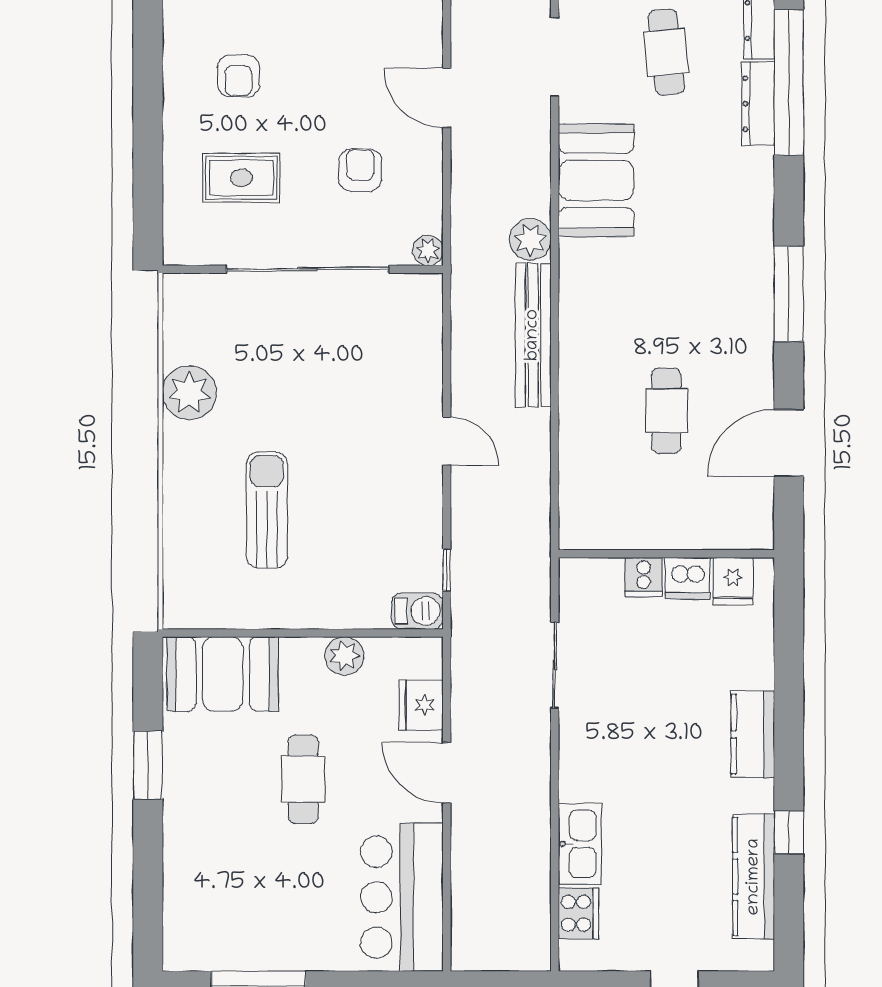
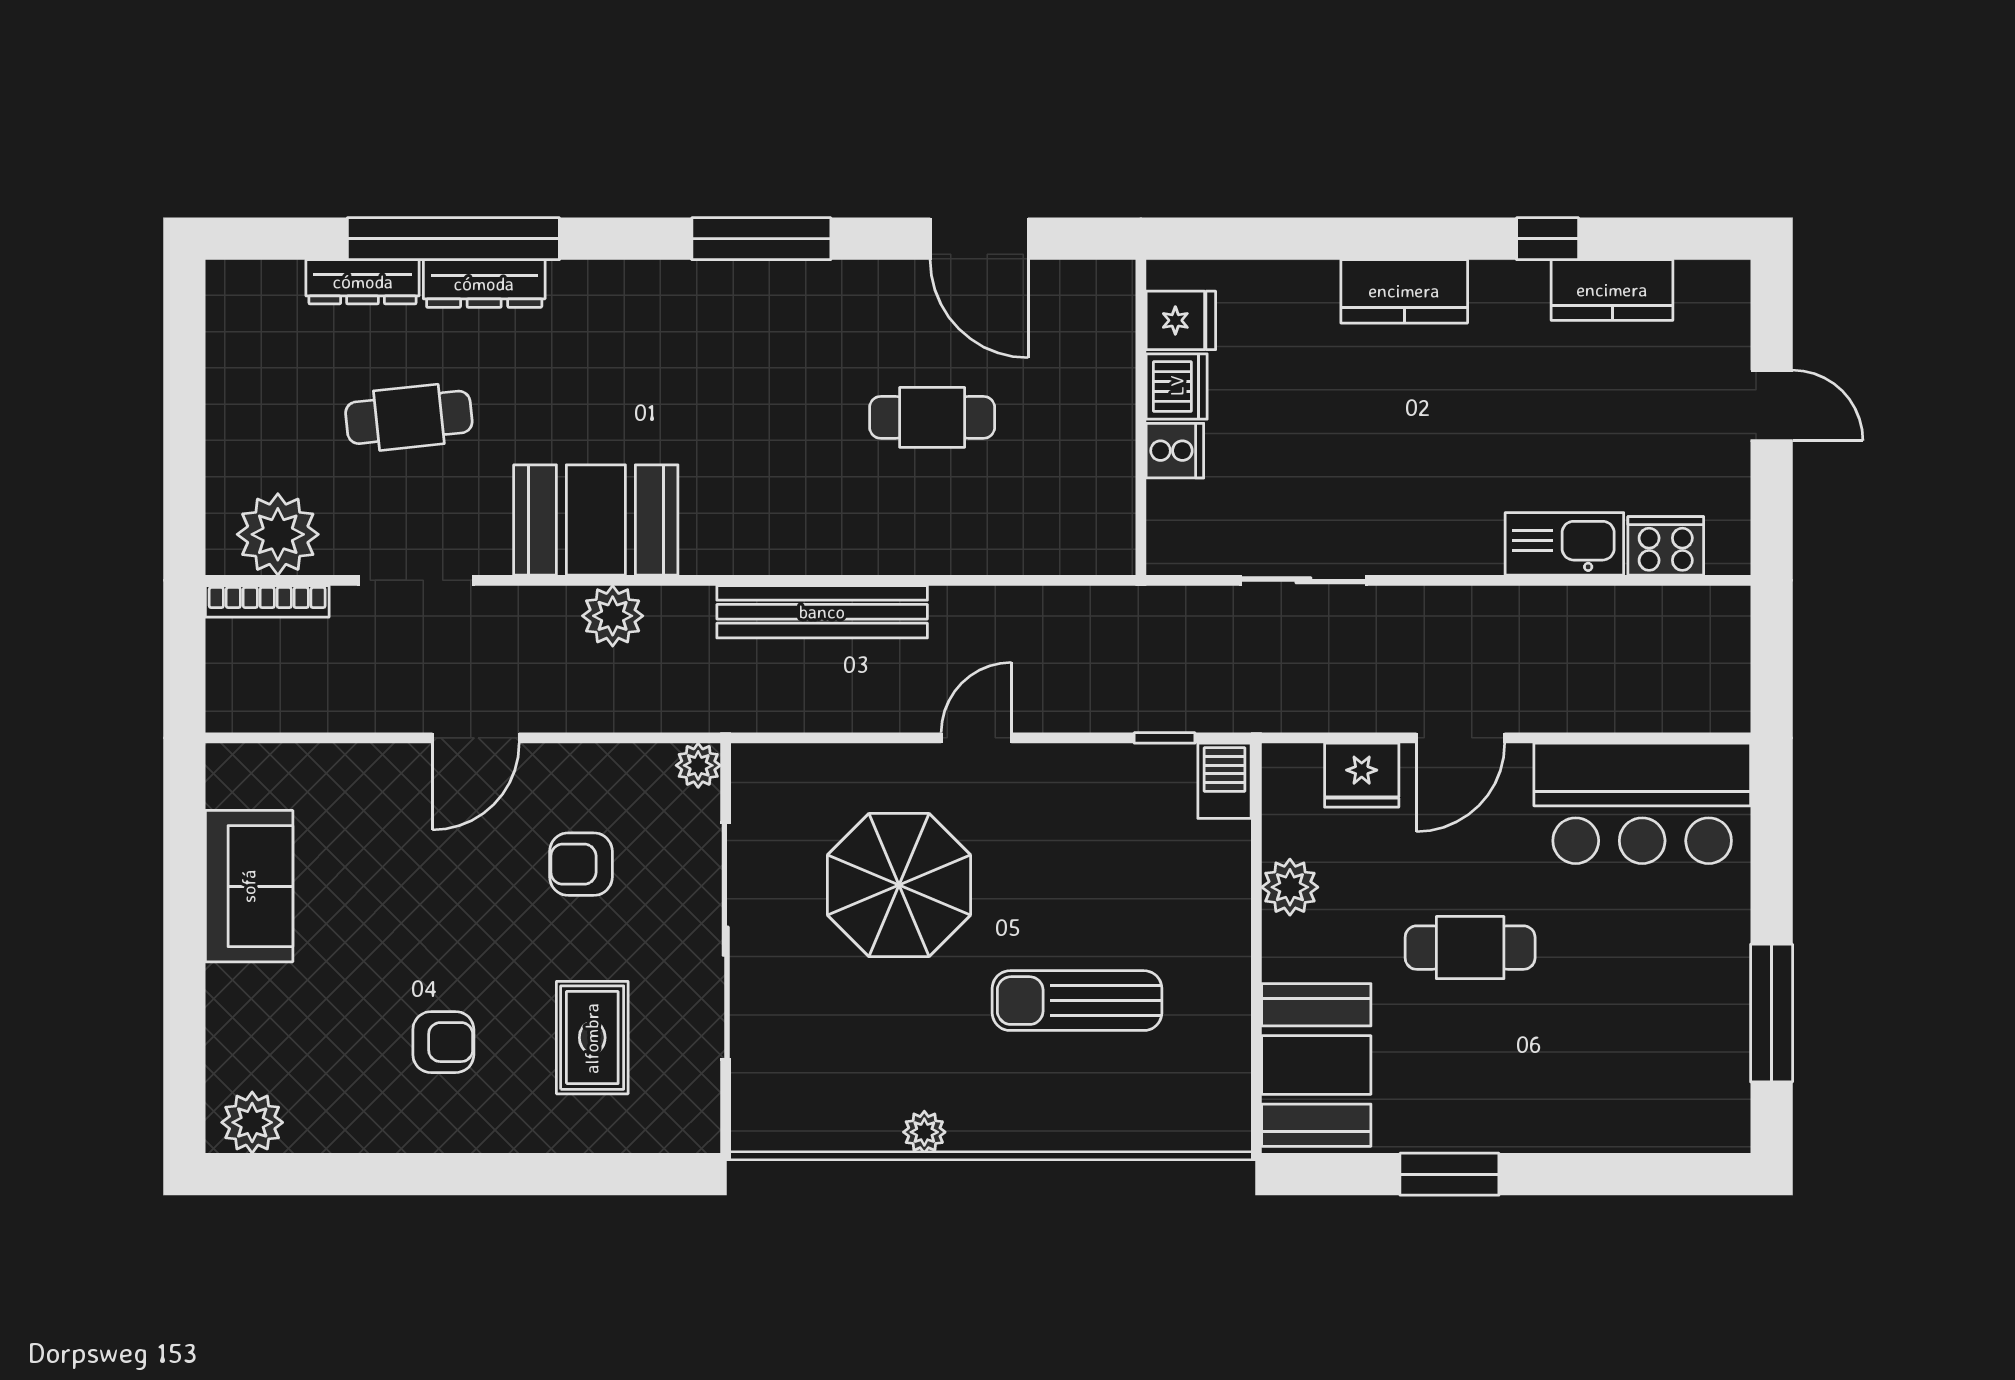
plant: (530, 240) -> (613, 616), moved
parasol: (346, 388) -> (899, 885), added
plant: (189, 393) -> (924, 1132), width x0.53, depth x0.53
kitchen counter: (754, 877) -> (1612, 290), width x0.67

